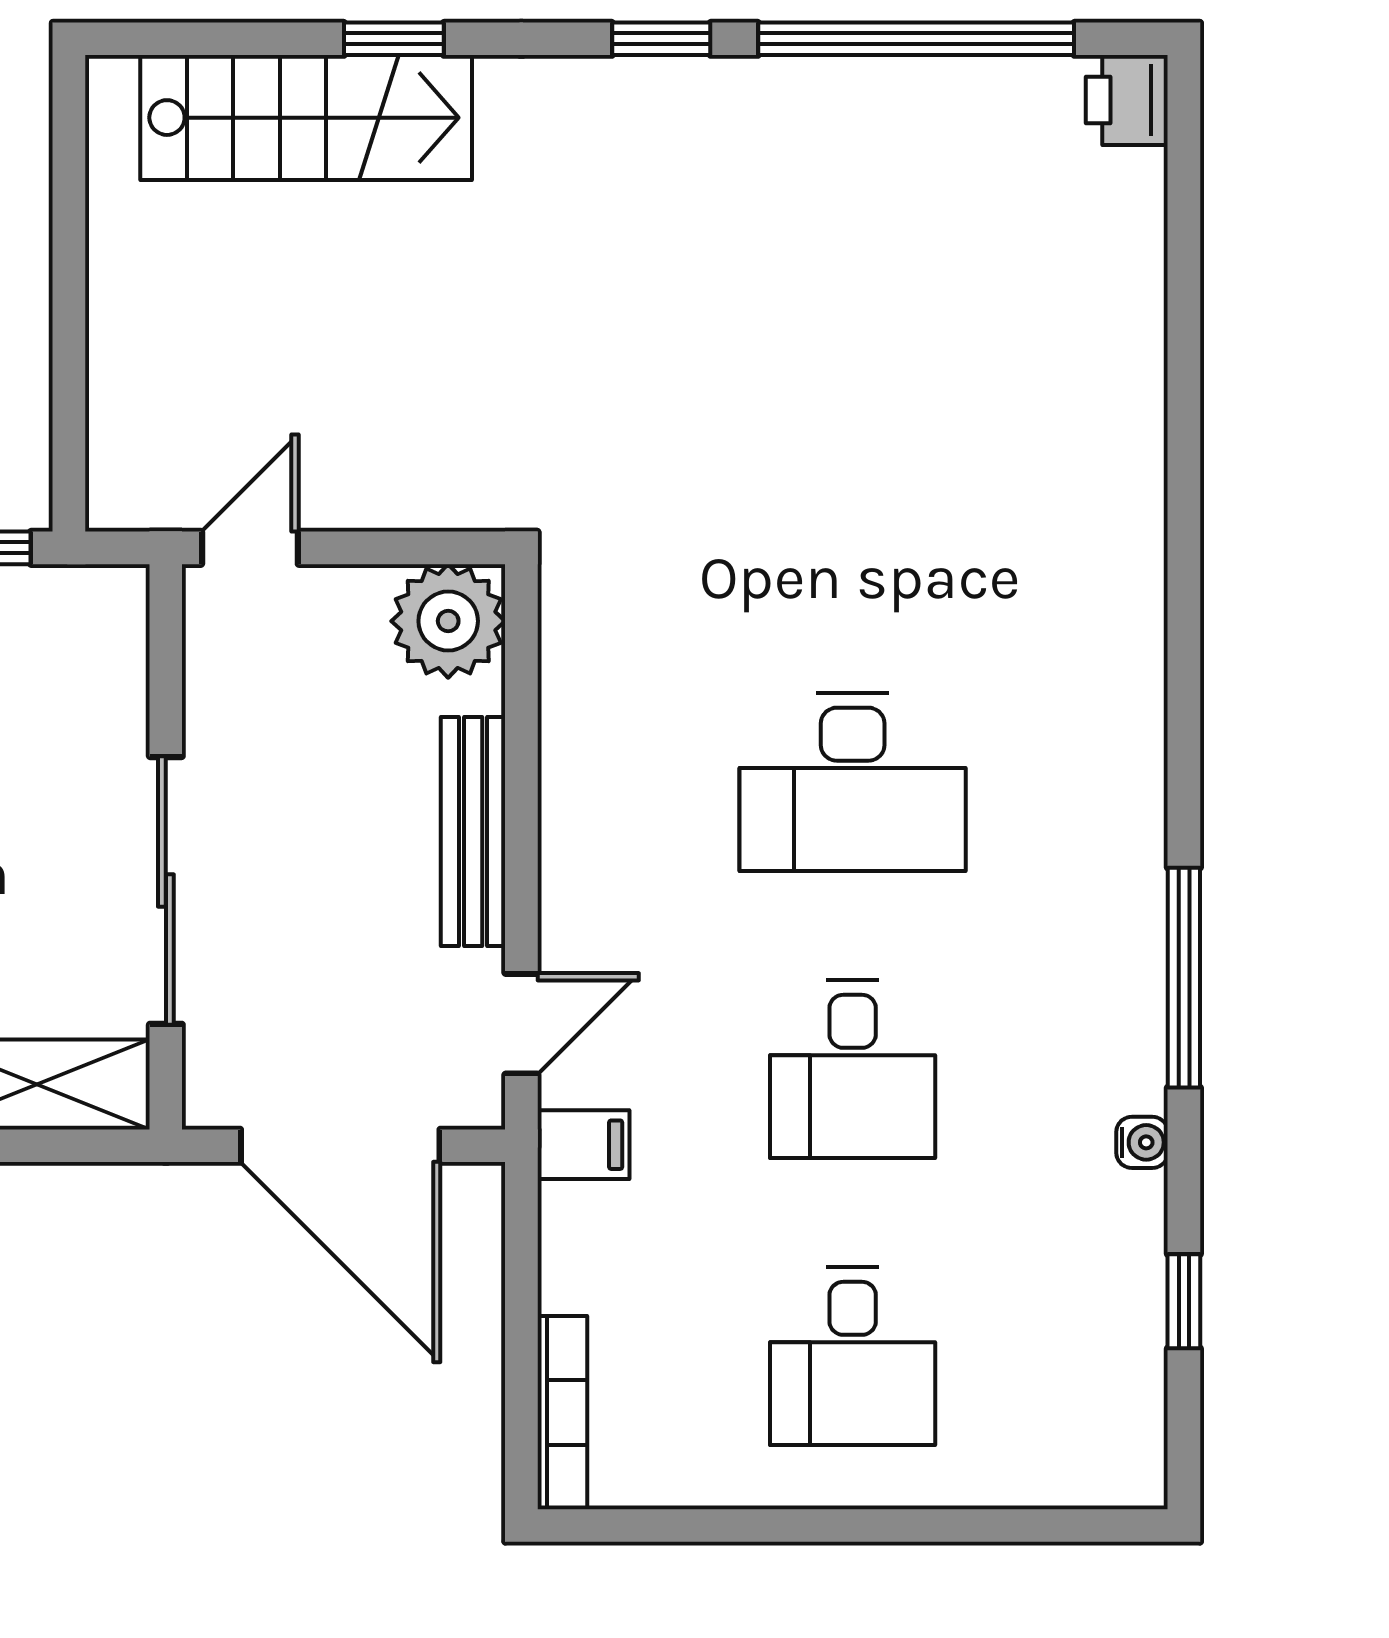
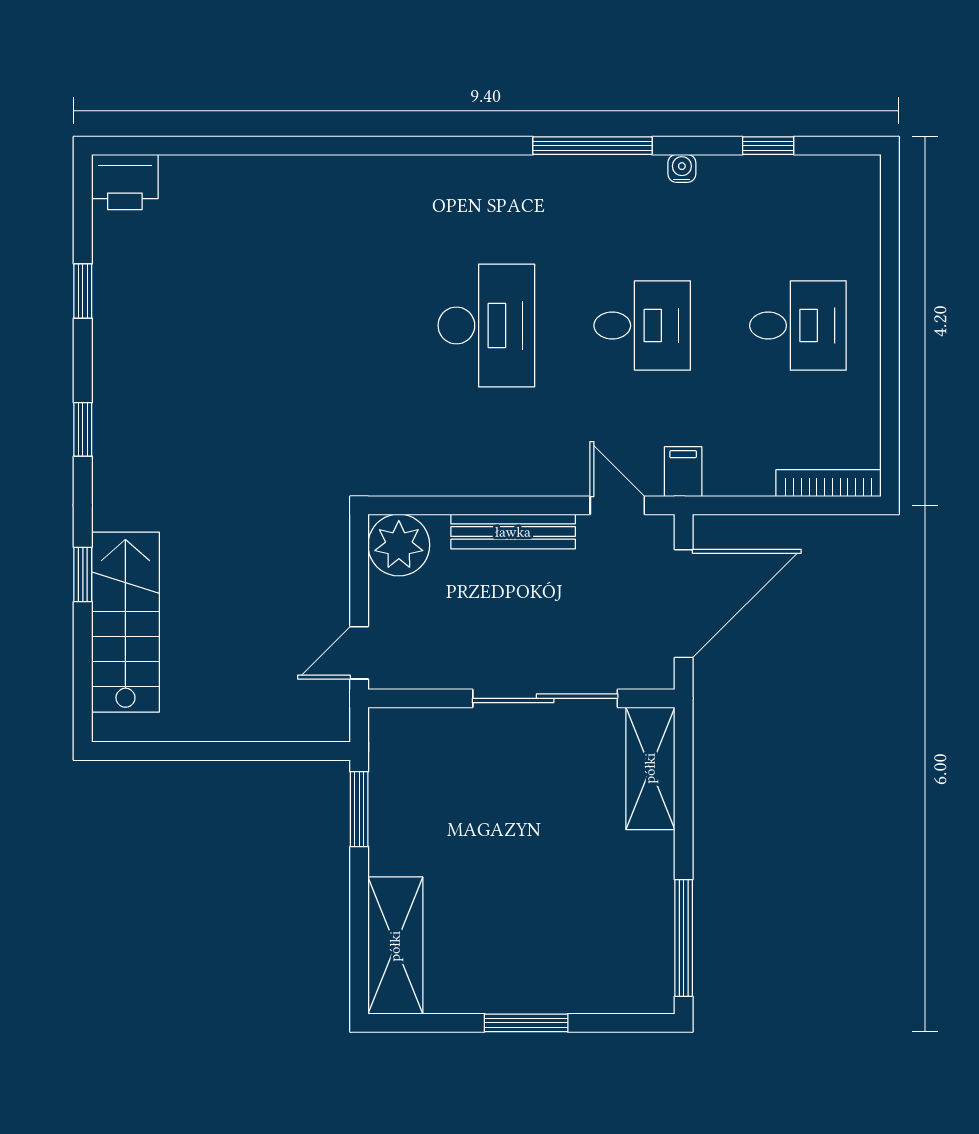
window: (916, 39) -> (83, 291), width x0.32
printer: (1127, 100) -> (125, 182), width x1.36, depth x1.24
door: (250, 548) -> (359, 653), hinge flipped

